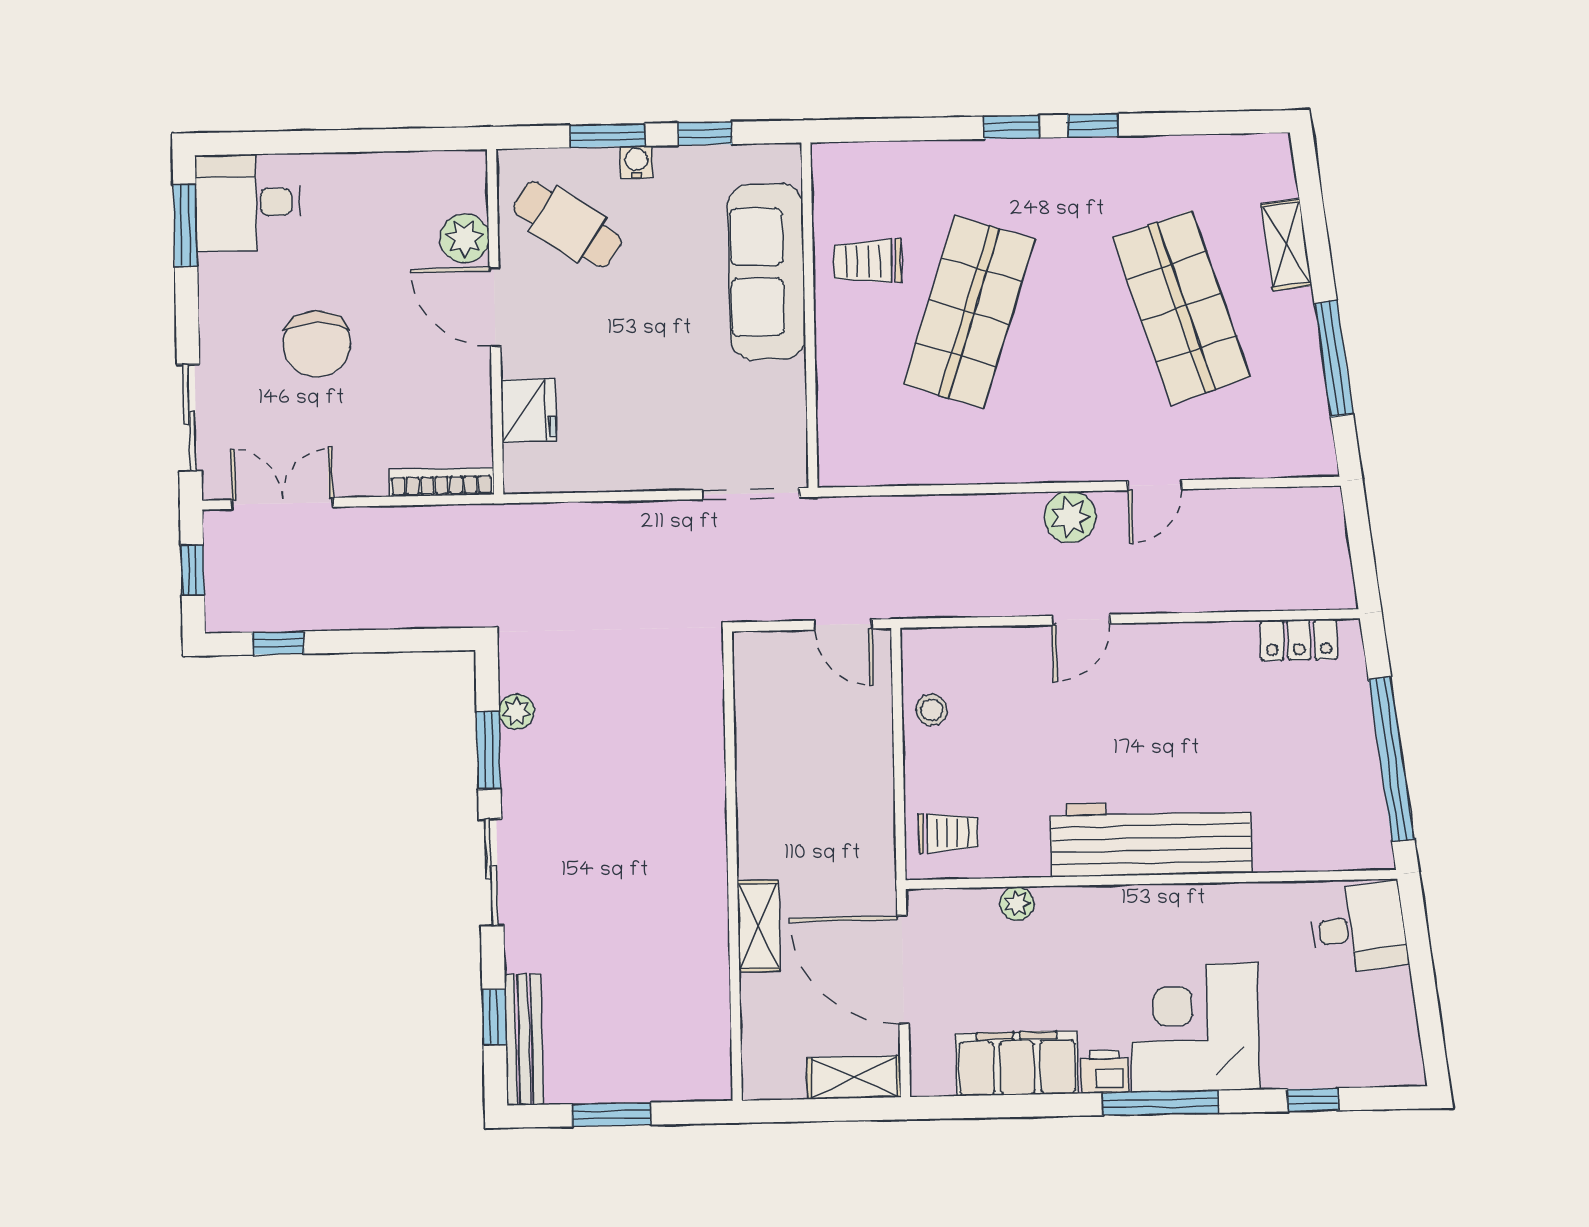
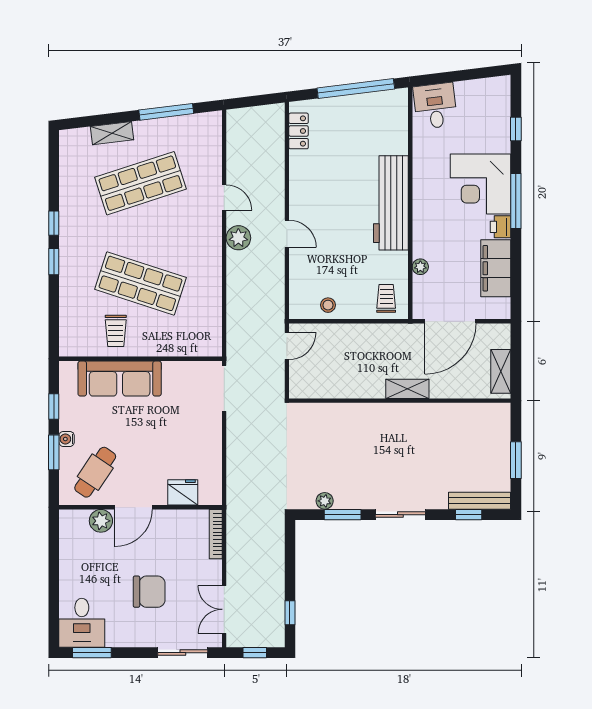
shelving: (759, 926) -> (407, 389), moved
shelving: (854, 1077) -> (501, 371), moved

